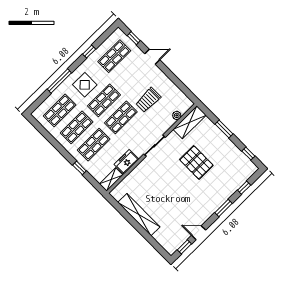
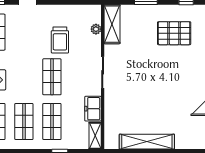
shop shelf: (104, 100) -> (24, 77), removed
pallet: (196, 162) -> (174, 33), moved

